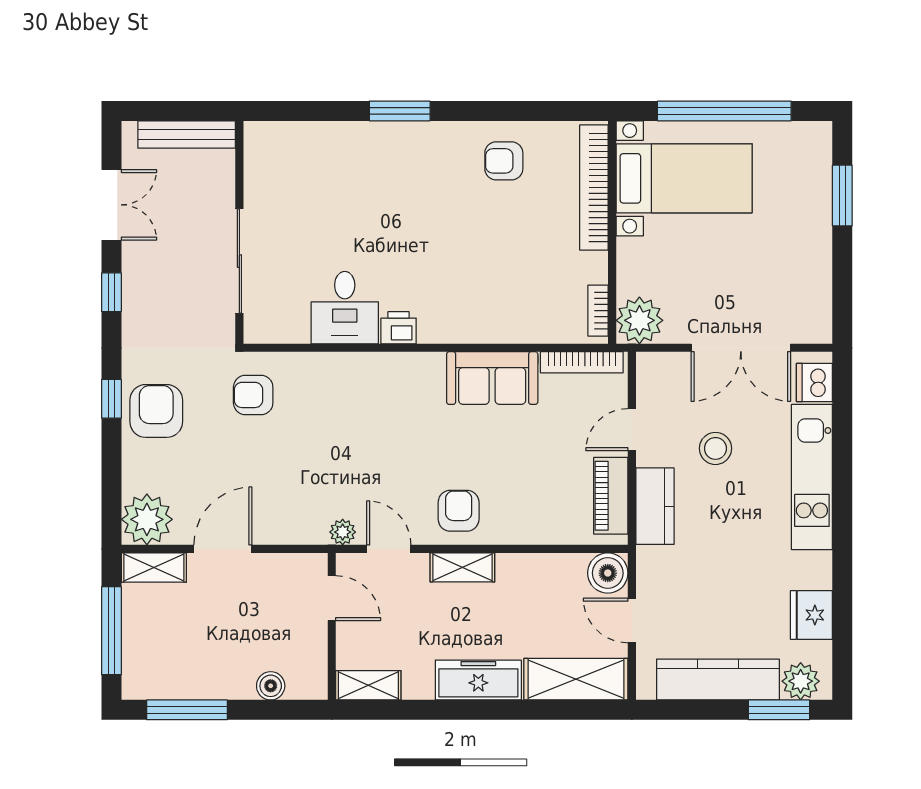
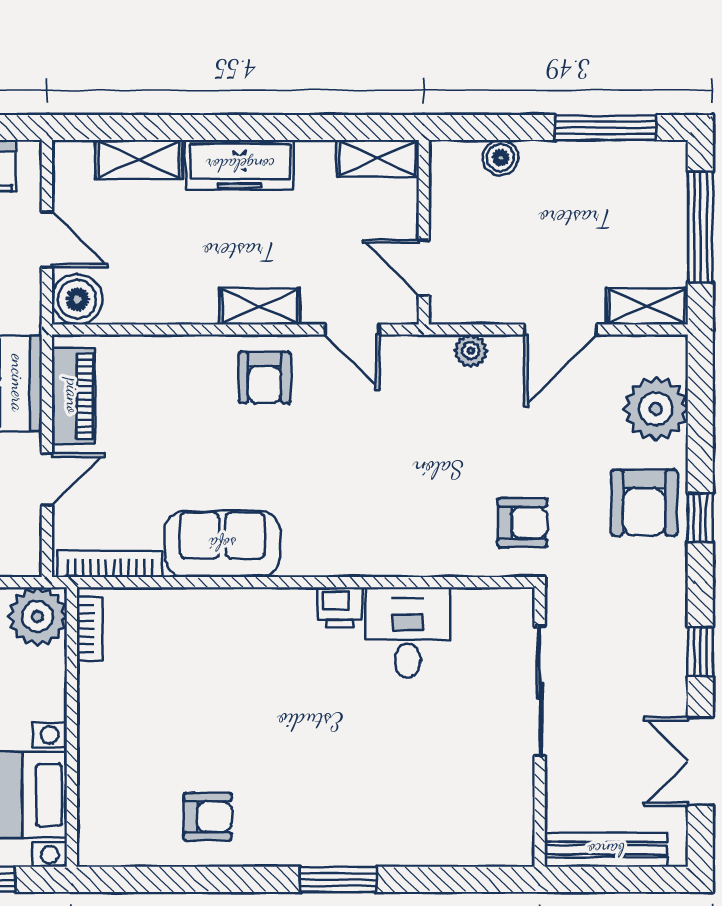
bookcase: (594, 187) -> (95, 783), removed
plant: (147, 519) -> (656, 409), moved
plant: (343, 532) -> (471, 351), moved
shelving: (576, 679) -> (139, 159), width x0.67, depth x0.75

